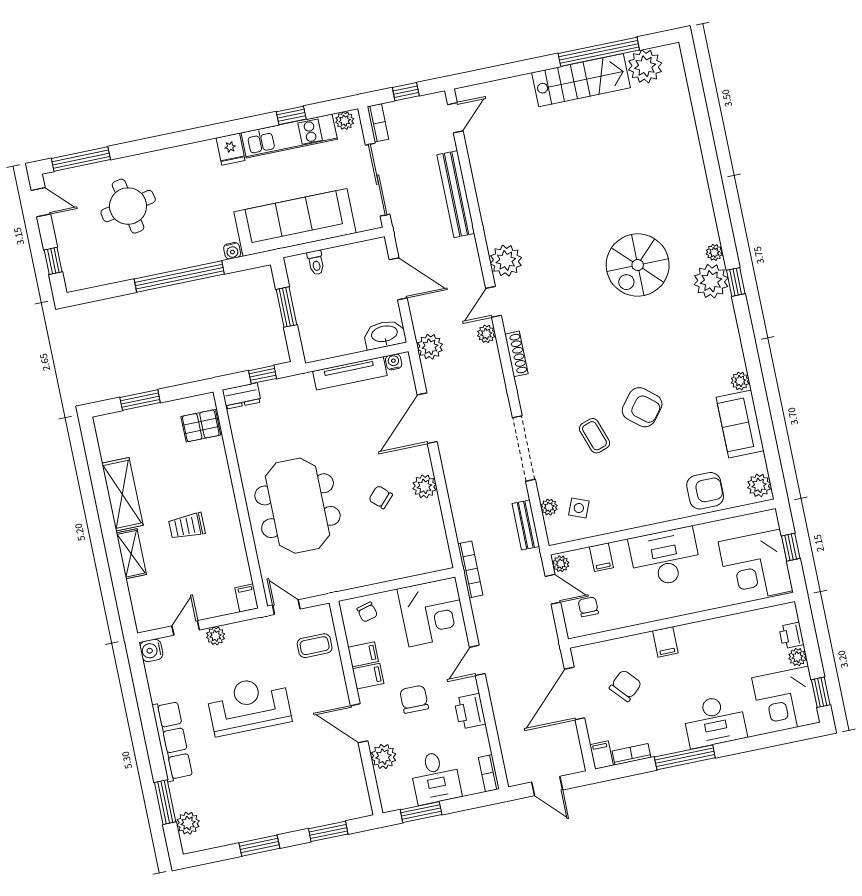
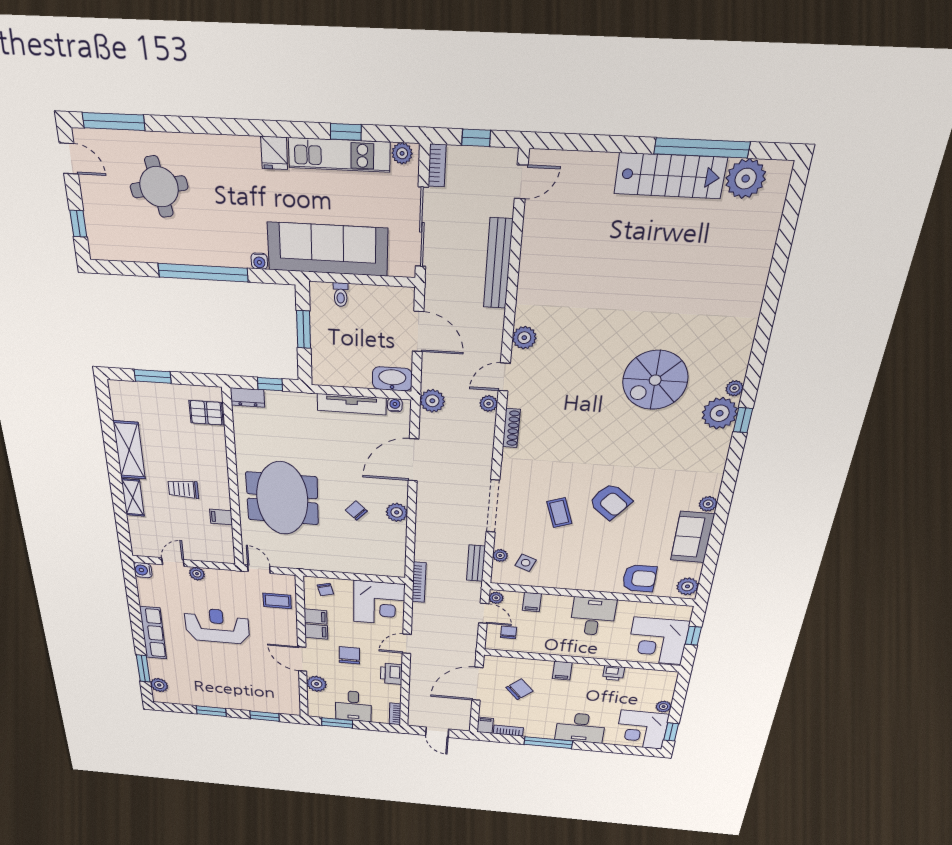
plant: (506, 261) -> (524, 338), width x0.73, depth x0.73
desk: (665, 557) -> (593, 616), width x0.73
filing cabinet: (247, 598) -> (221, 517), moved, turned -90
printer: (791, 635) -> (614, 673), moved, turned -90

